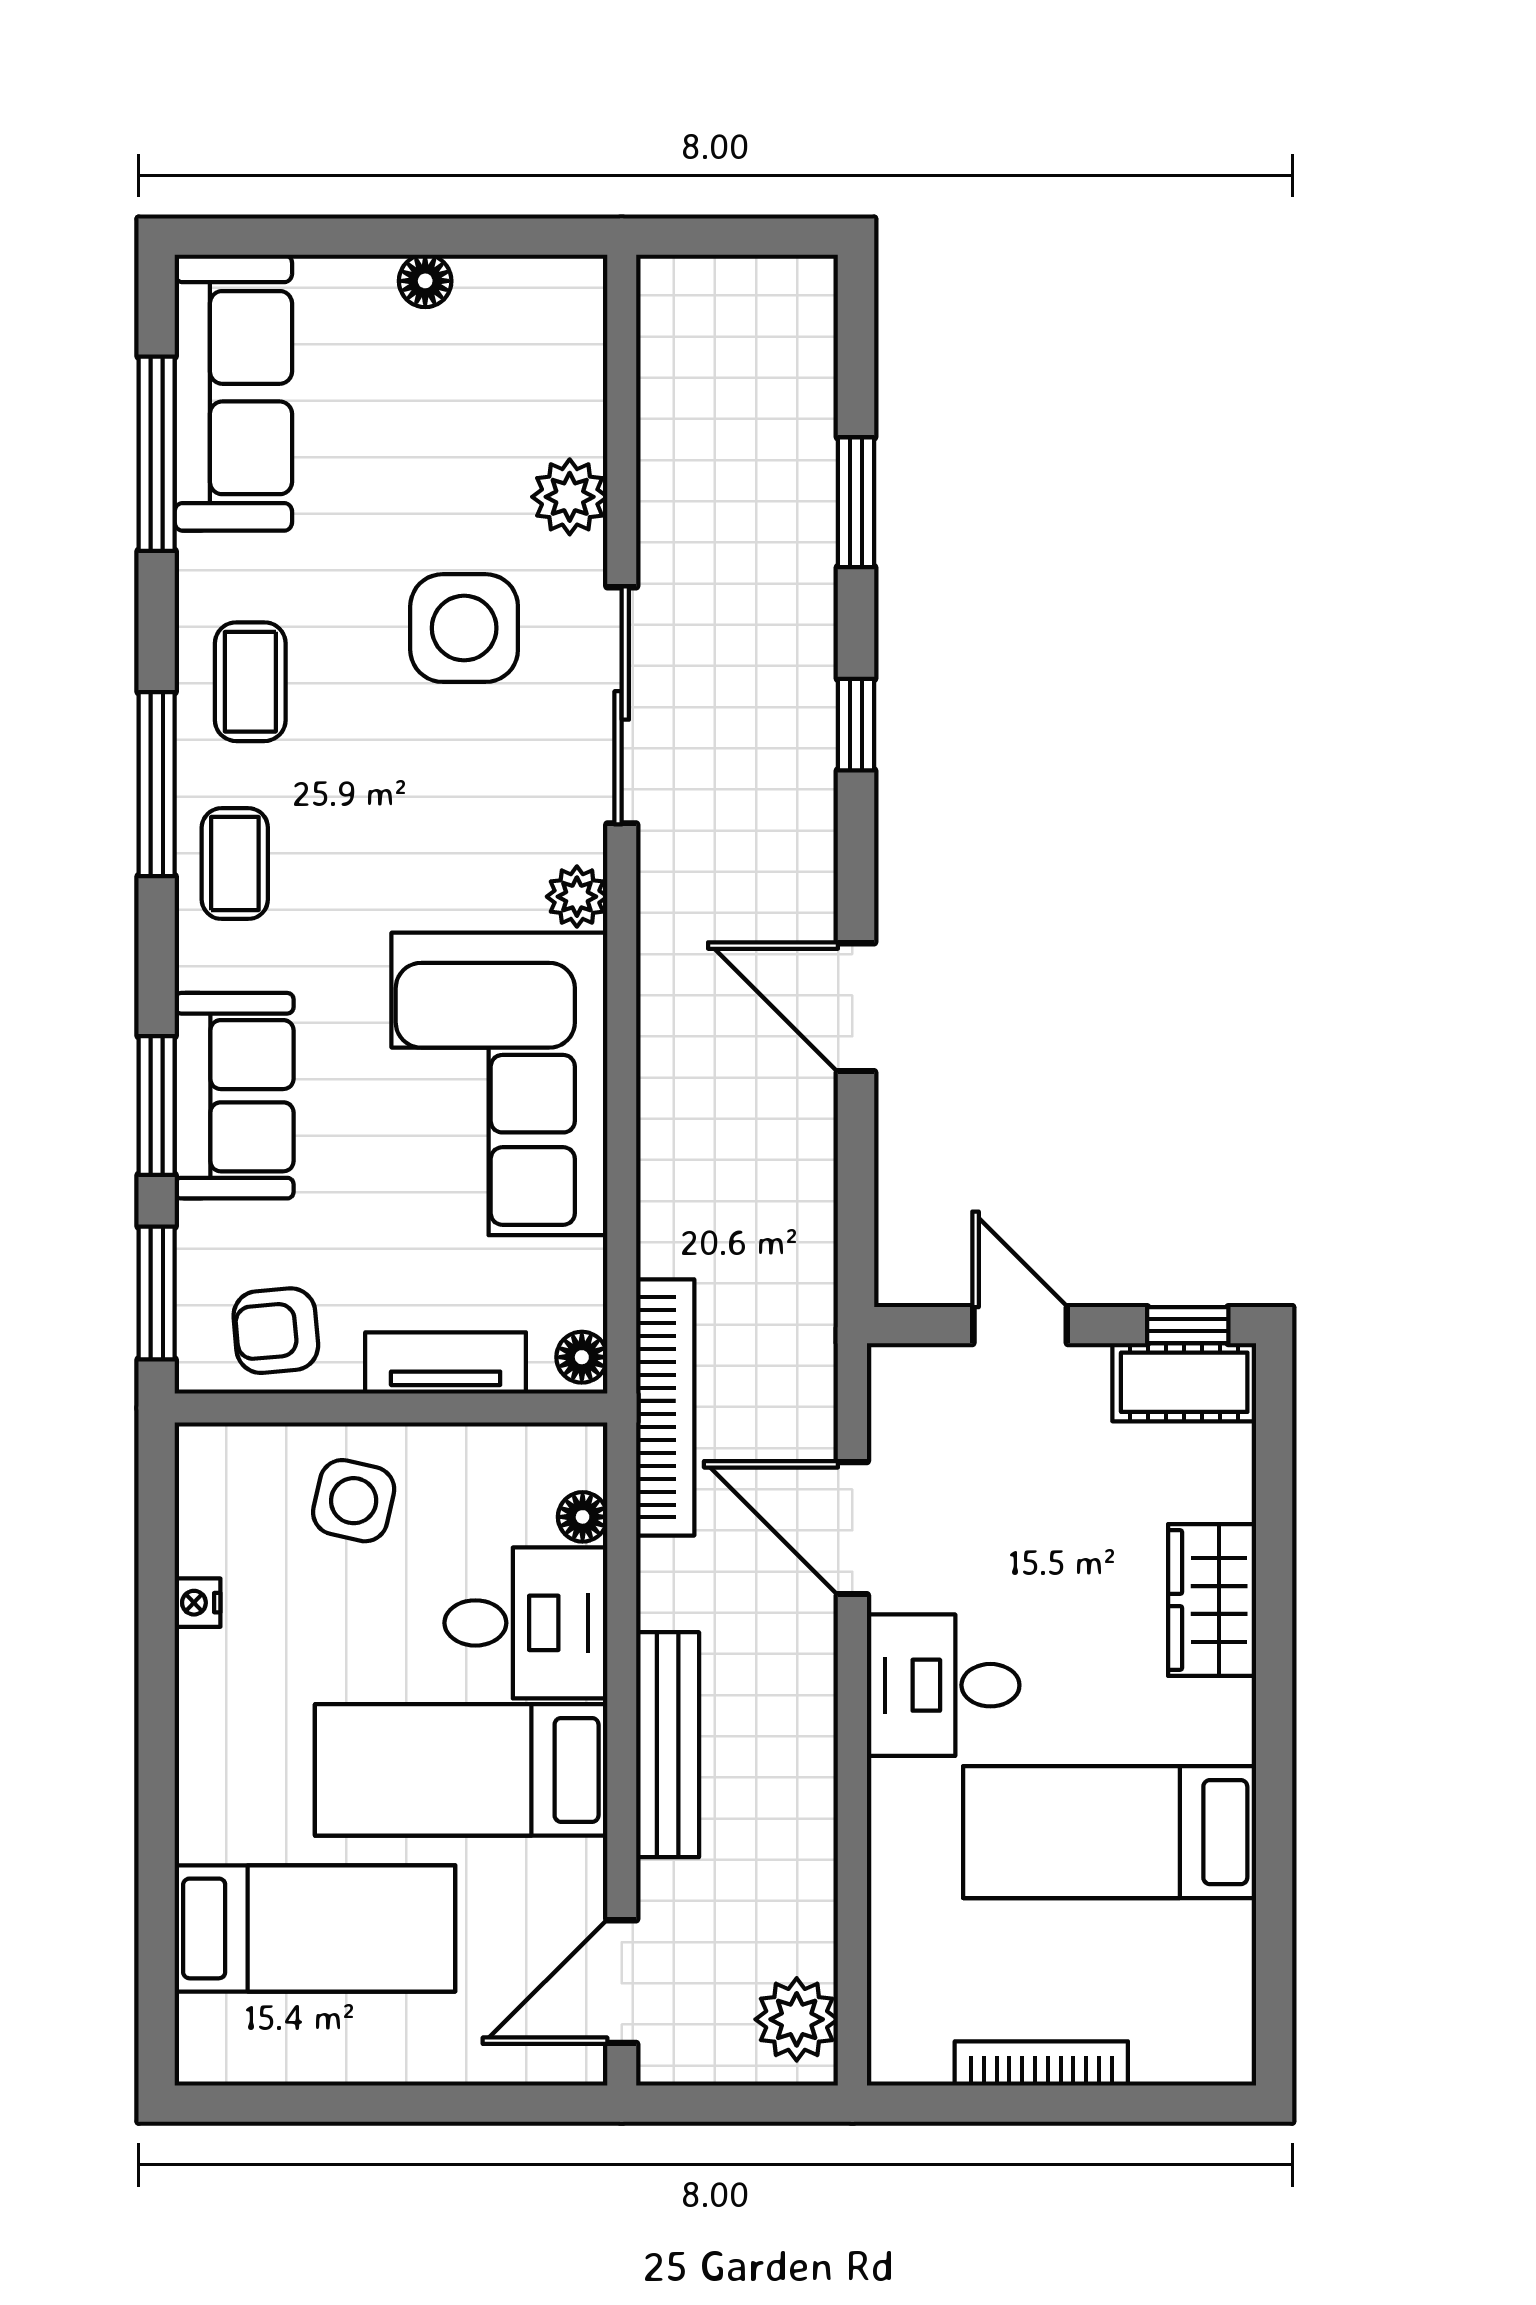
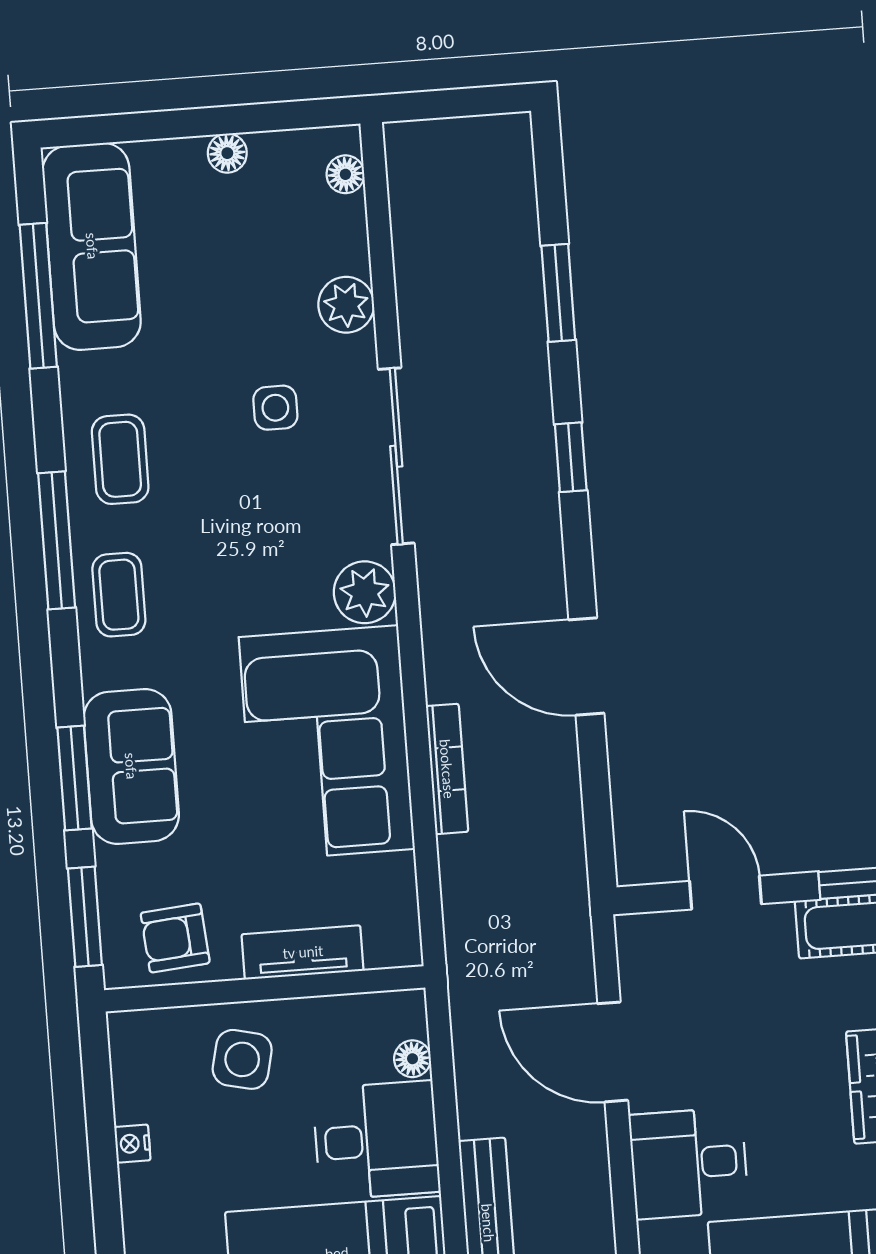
side table: (464, 628) -> (275, 408), width x0.54, depth x0.54
plant: (577, 897) -> (365, 592), width x1.38, depth x1.38
floor lamp: (582, 1357) -> (345, 174), moved
bookcase: (665, 1407) -> (447, 769), moved, width x0.68, depth x0.76

